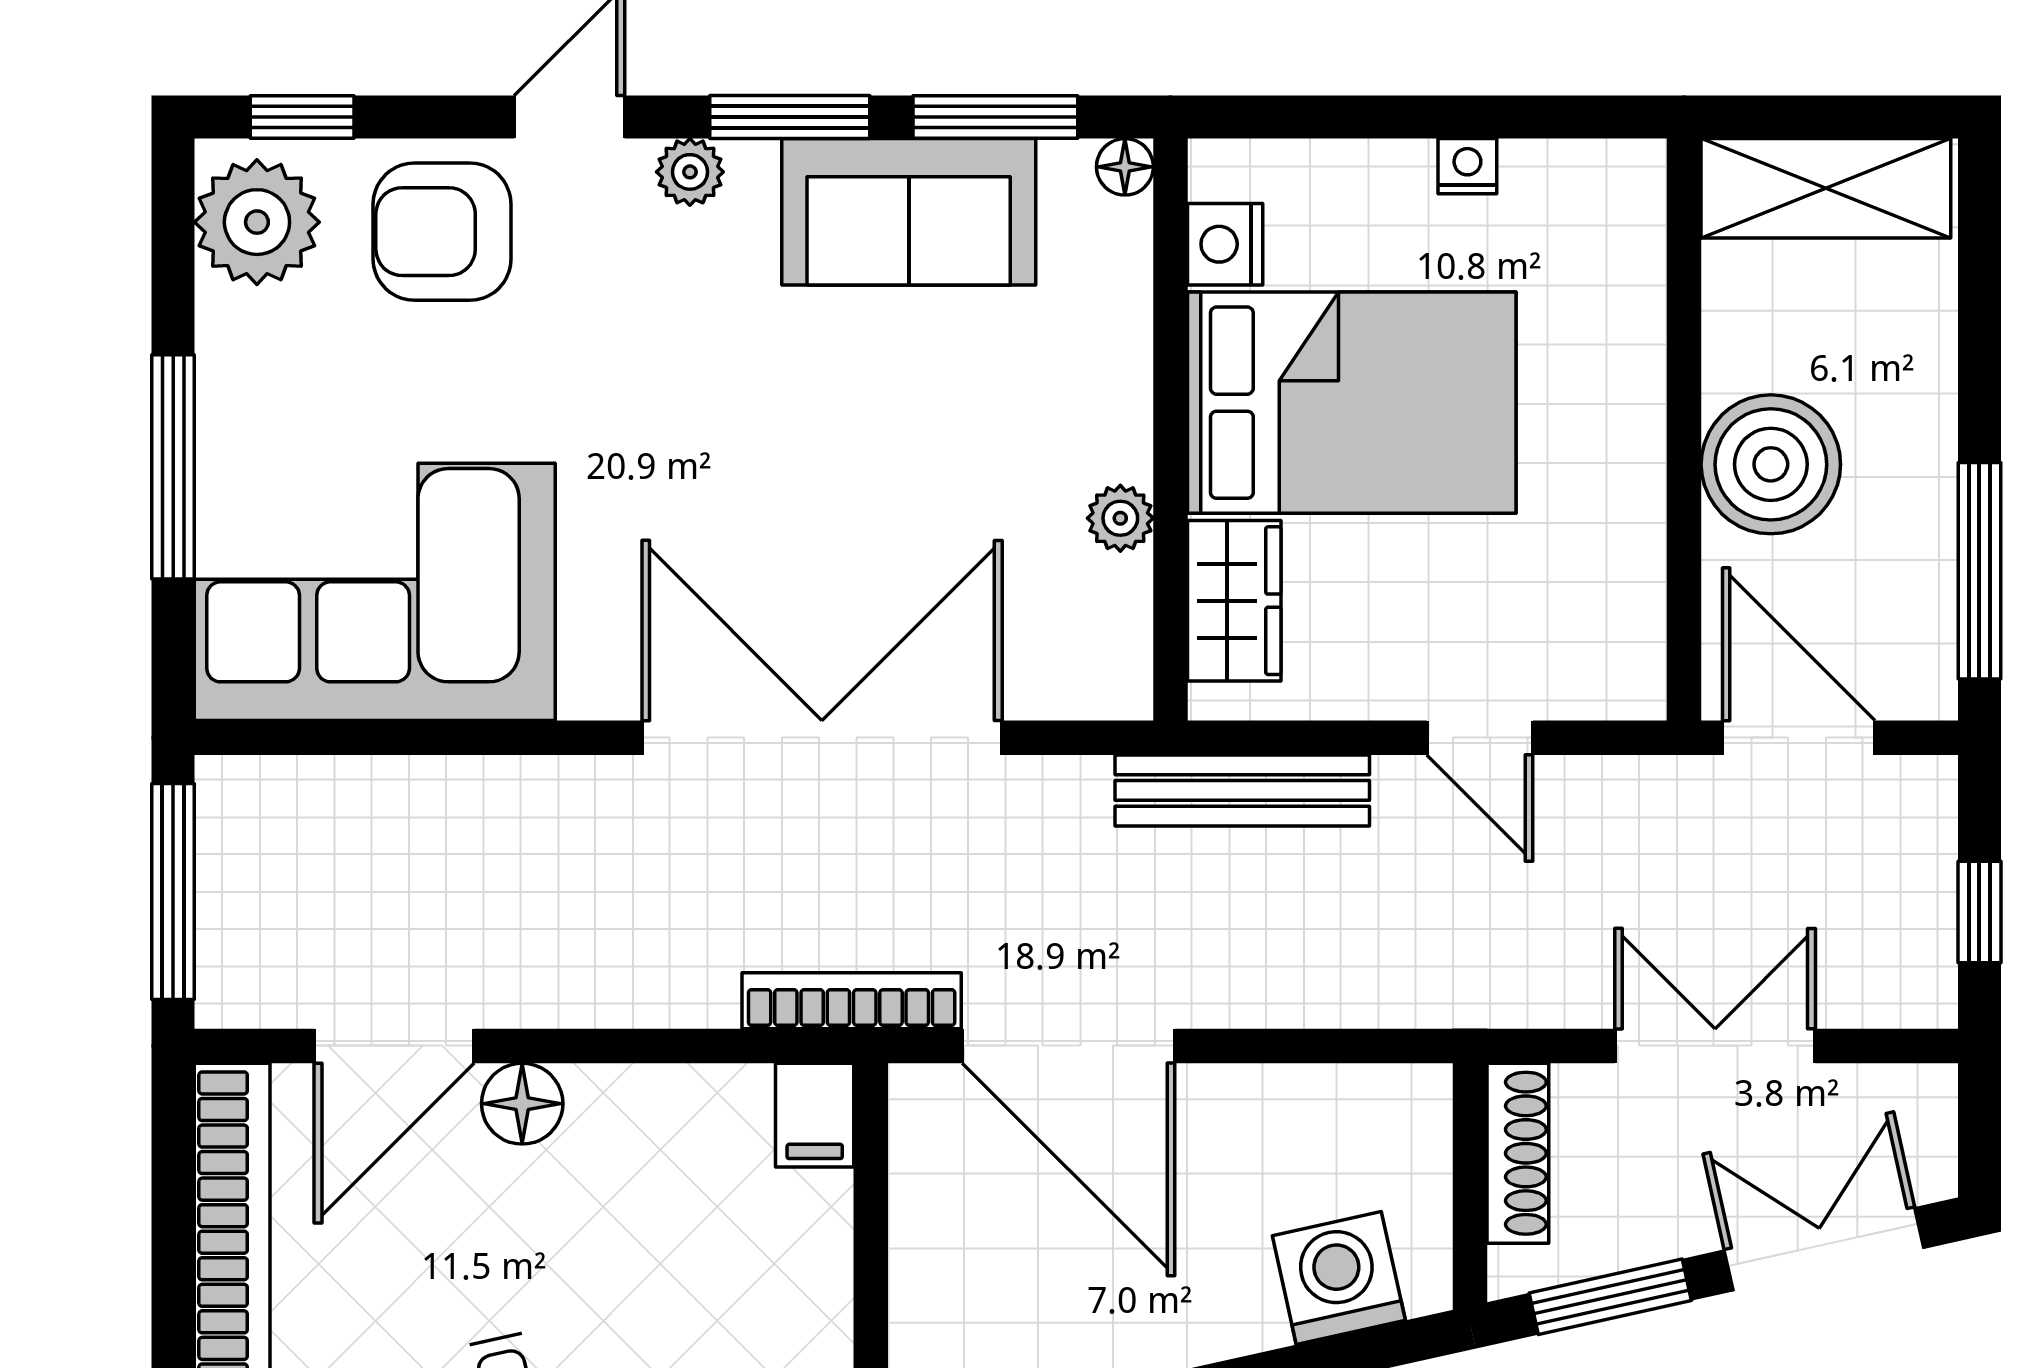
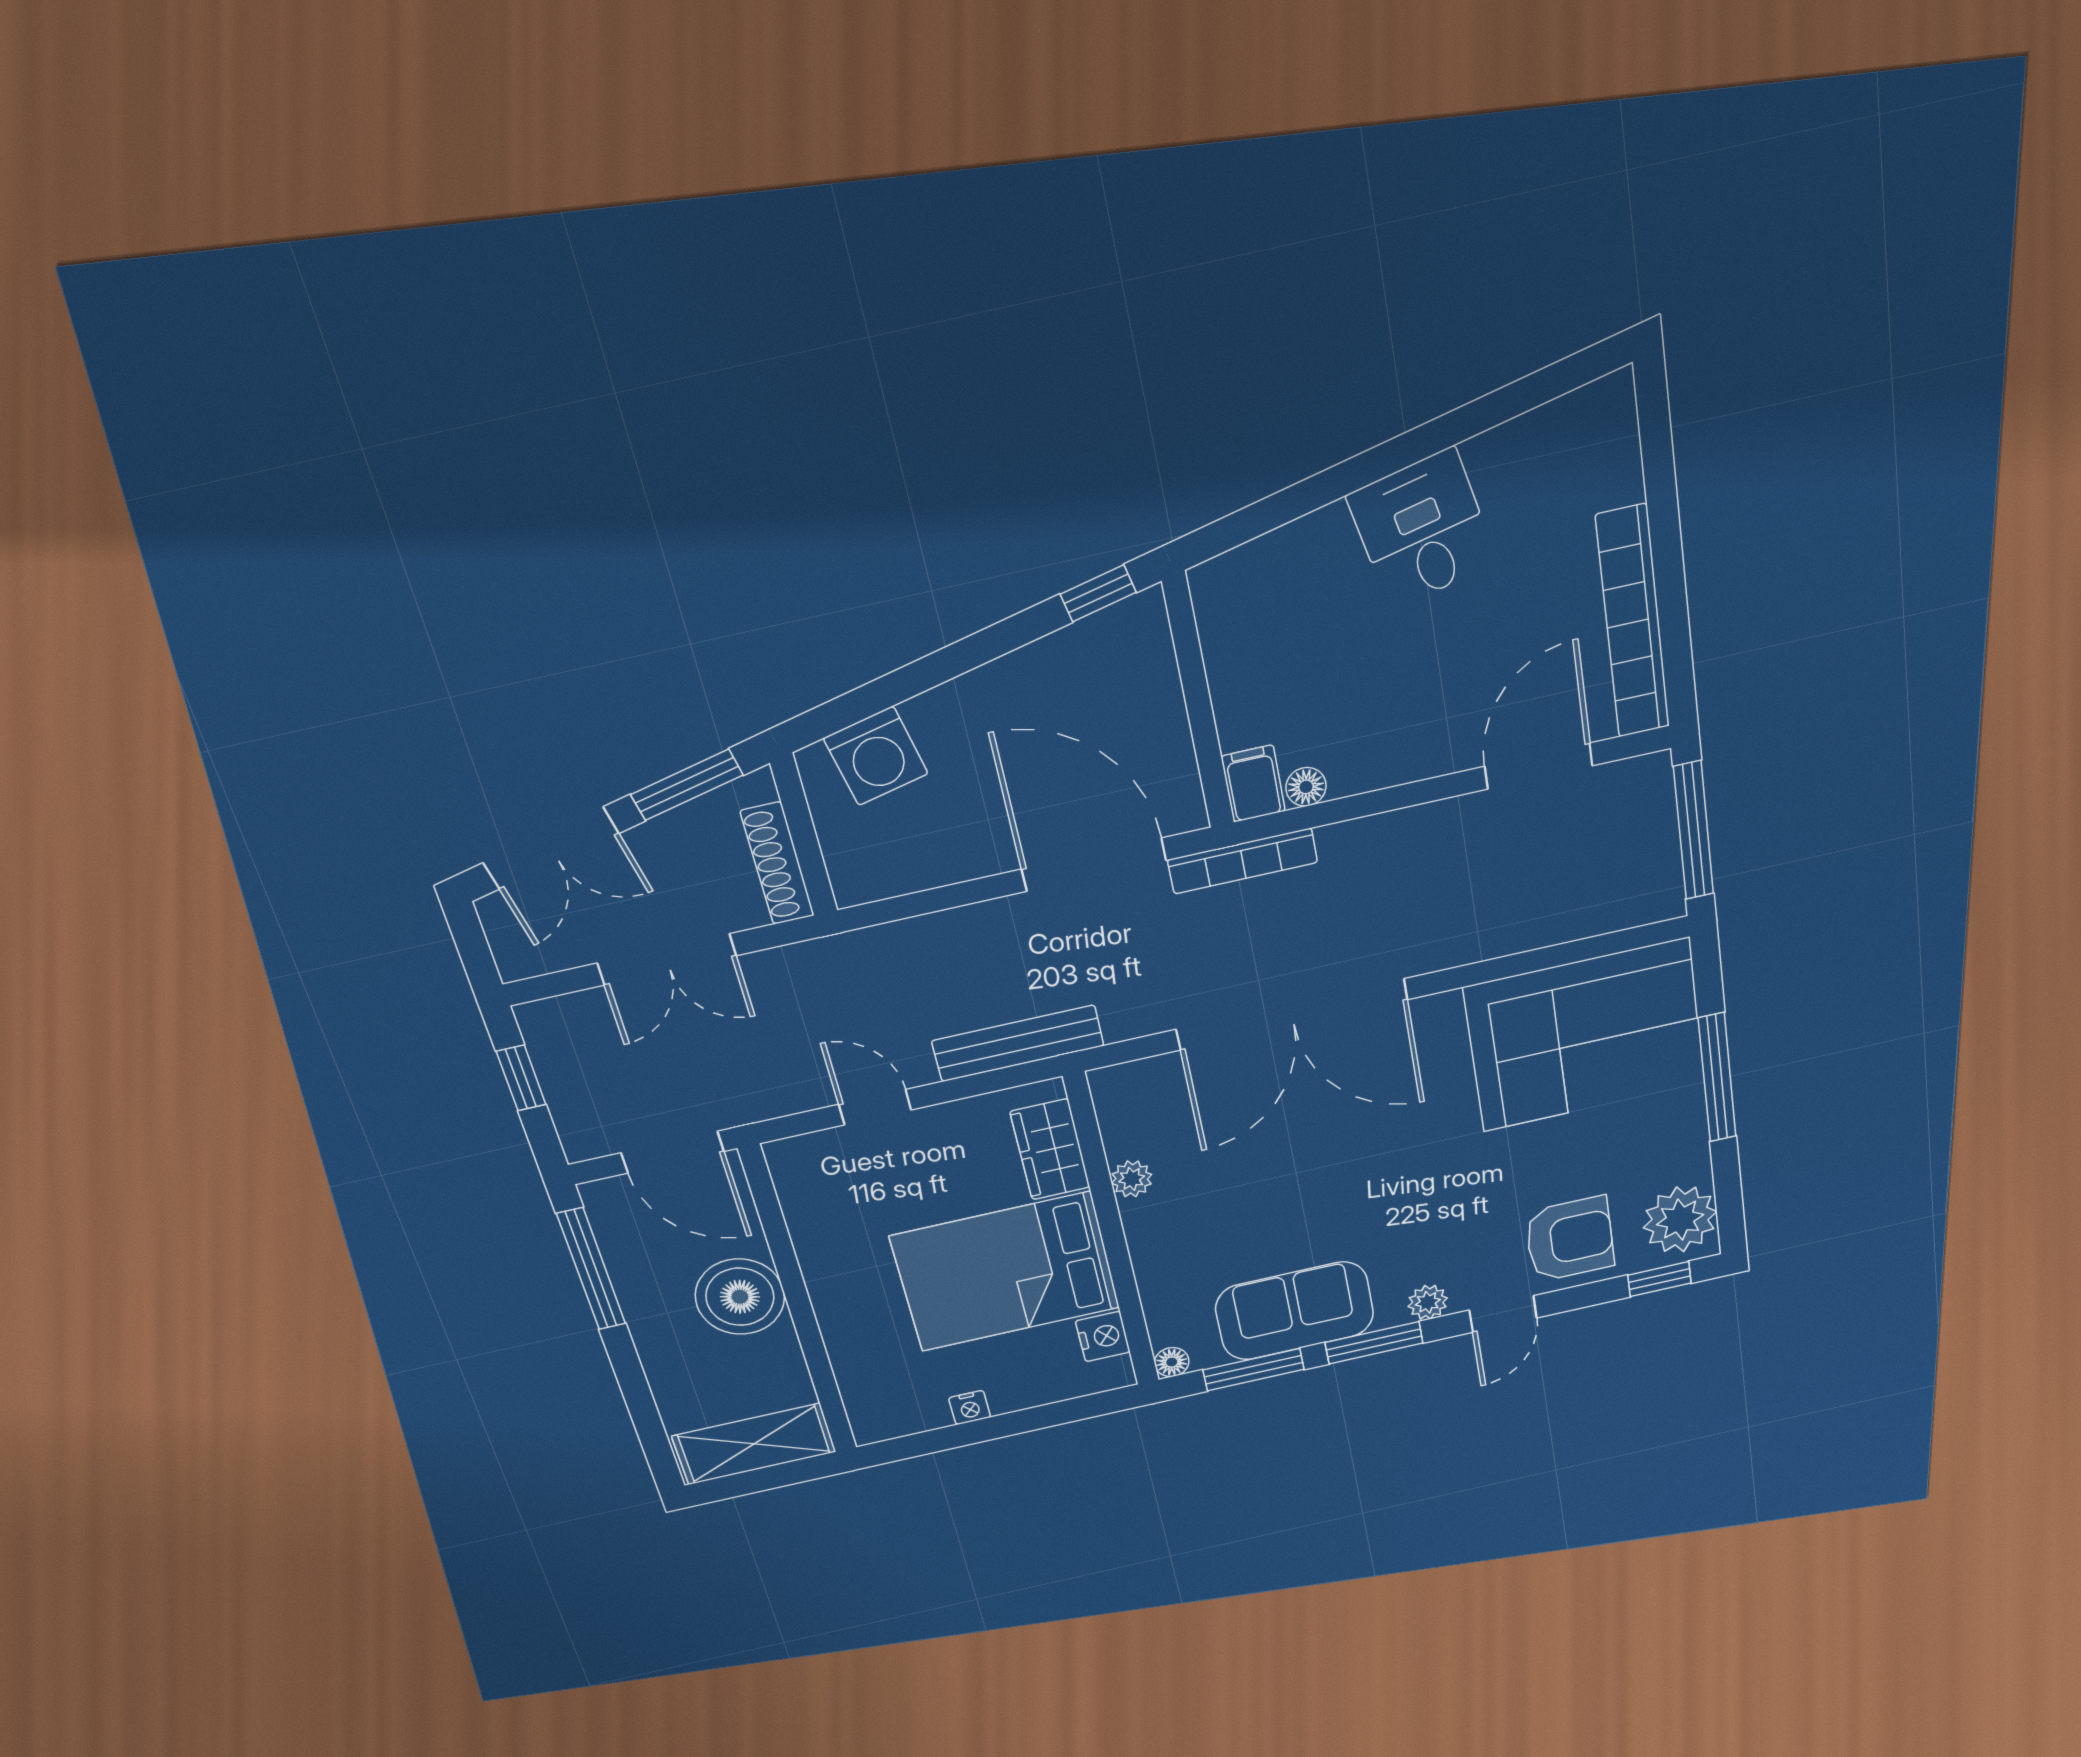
floor lamp: (522, 1104) -> (1306, 787), moved, width x0.73, depth x0.73

